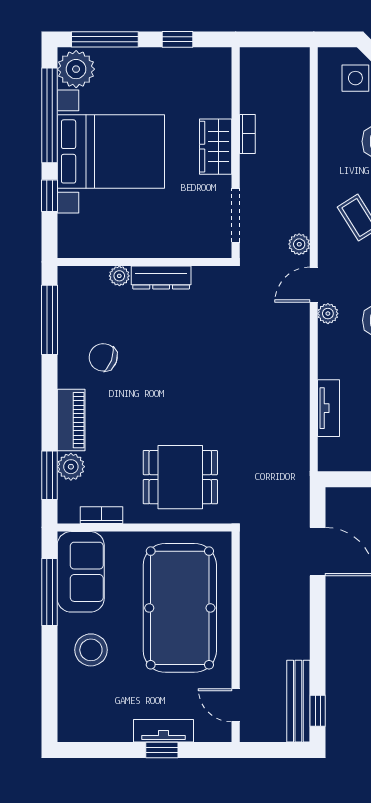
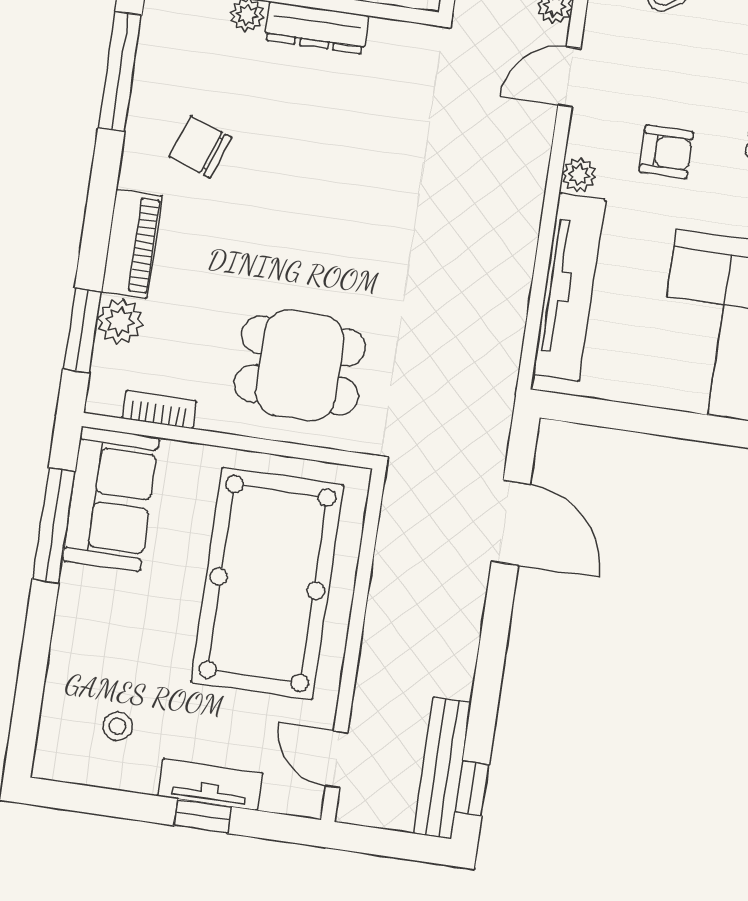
plant: (328, 314) -> (579, 175), moved
tv unit: (328, 408) -> (569, 287), width x1.92, depth x1.29
stool: (91, 650) -> (118, 726), moved, width x0.53, depth x0.53

